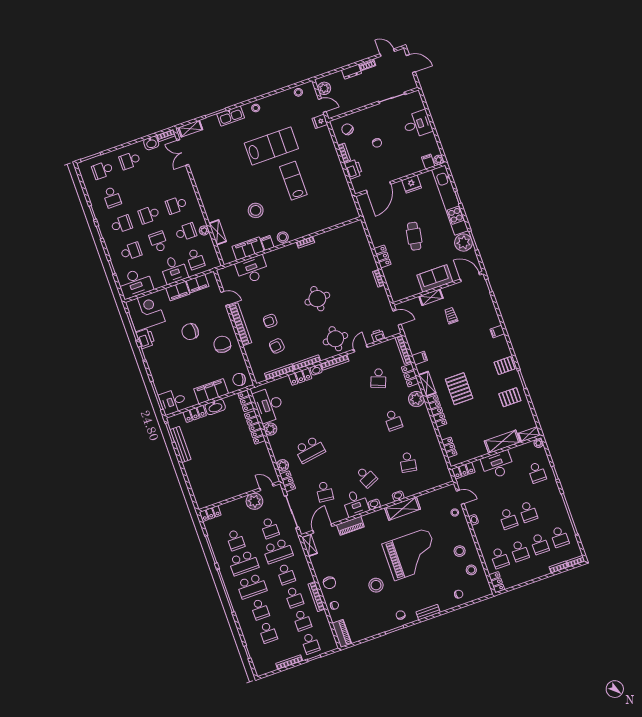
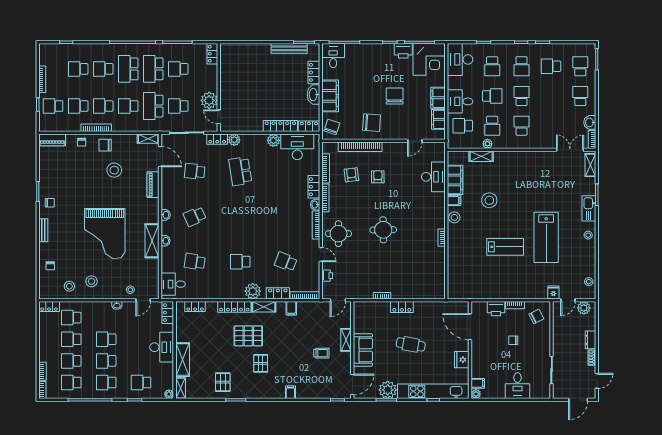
bookcase: (240, 324) -> (360, 147), moved
pallet: (505, 366) -> (261, 363), moved
door: (266, 487) -> (219, 117), swing flipped
desk: (356, 503) -> (173, 284), moved
school desk: (548, 505) -> (106, 383), added
stool: (376, 585) -> (114, 170), moved

